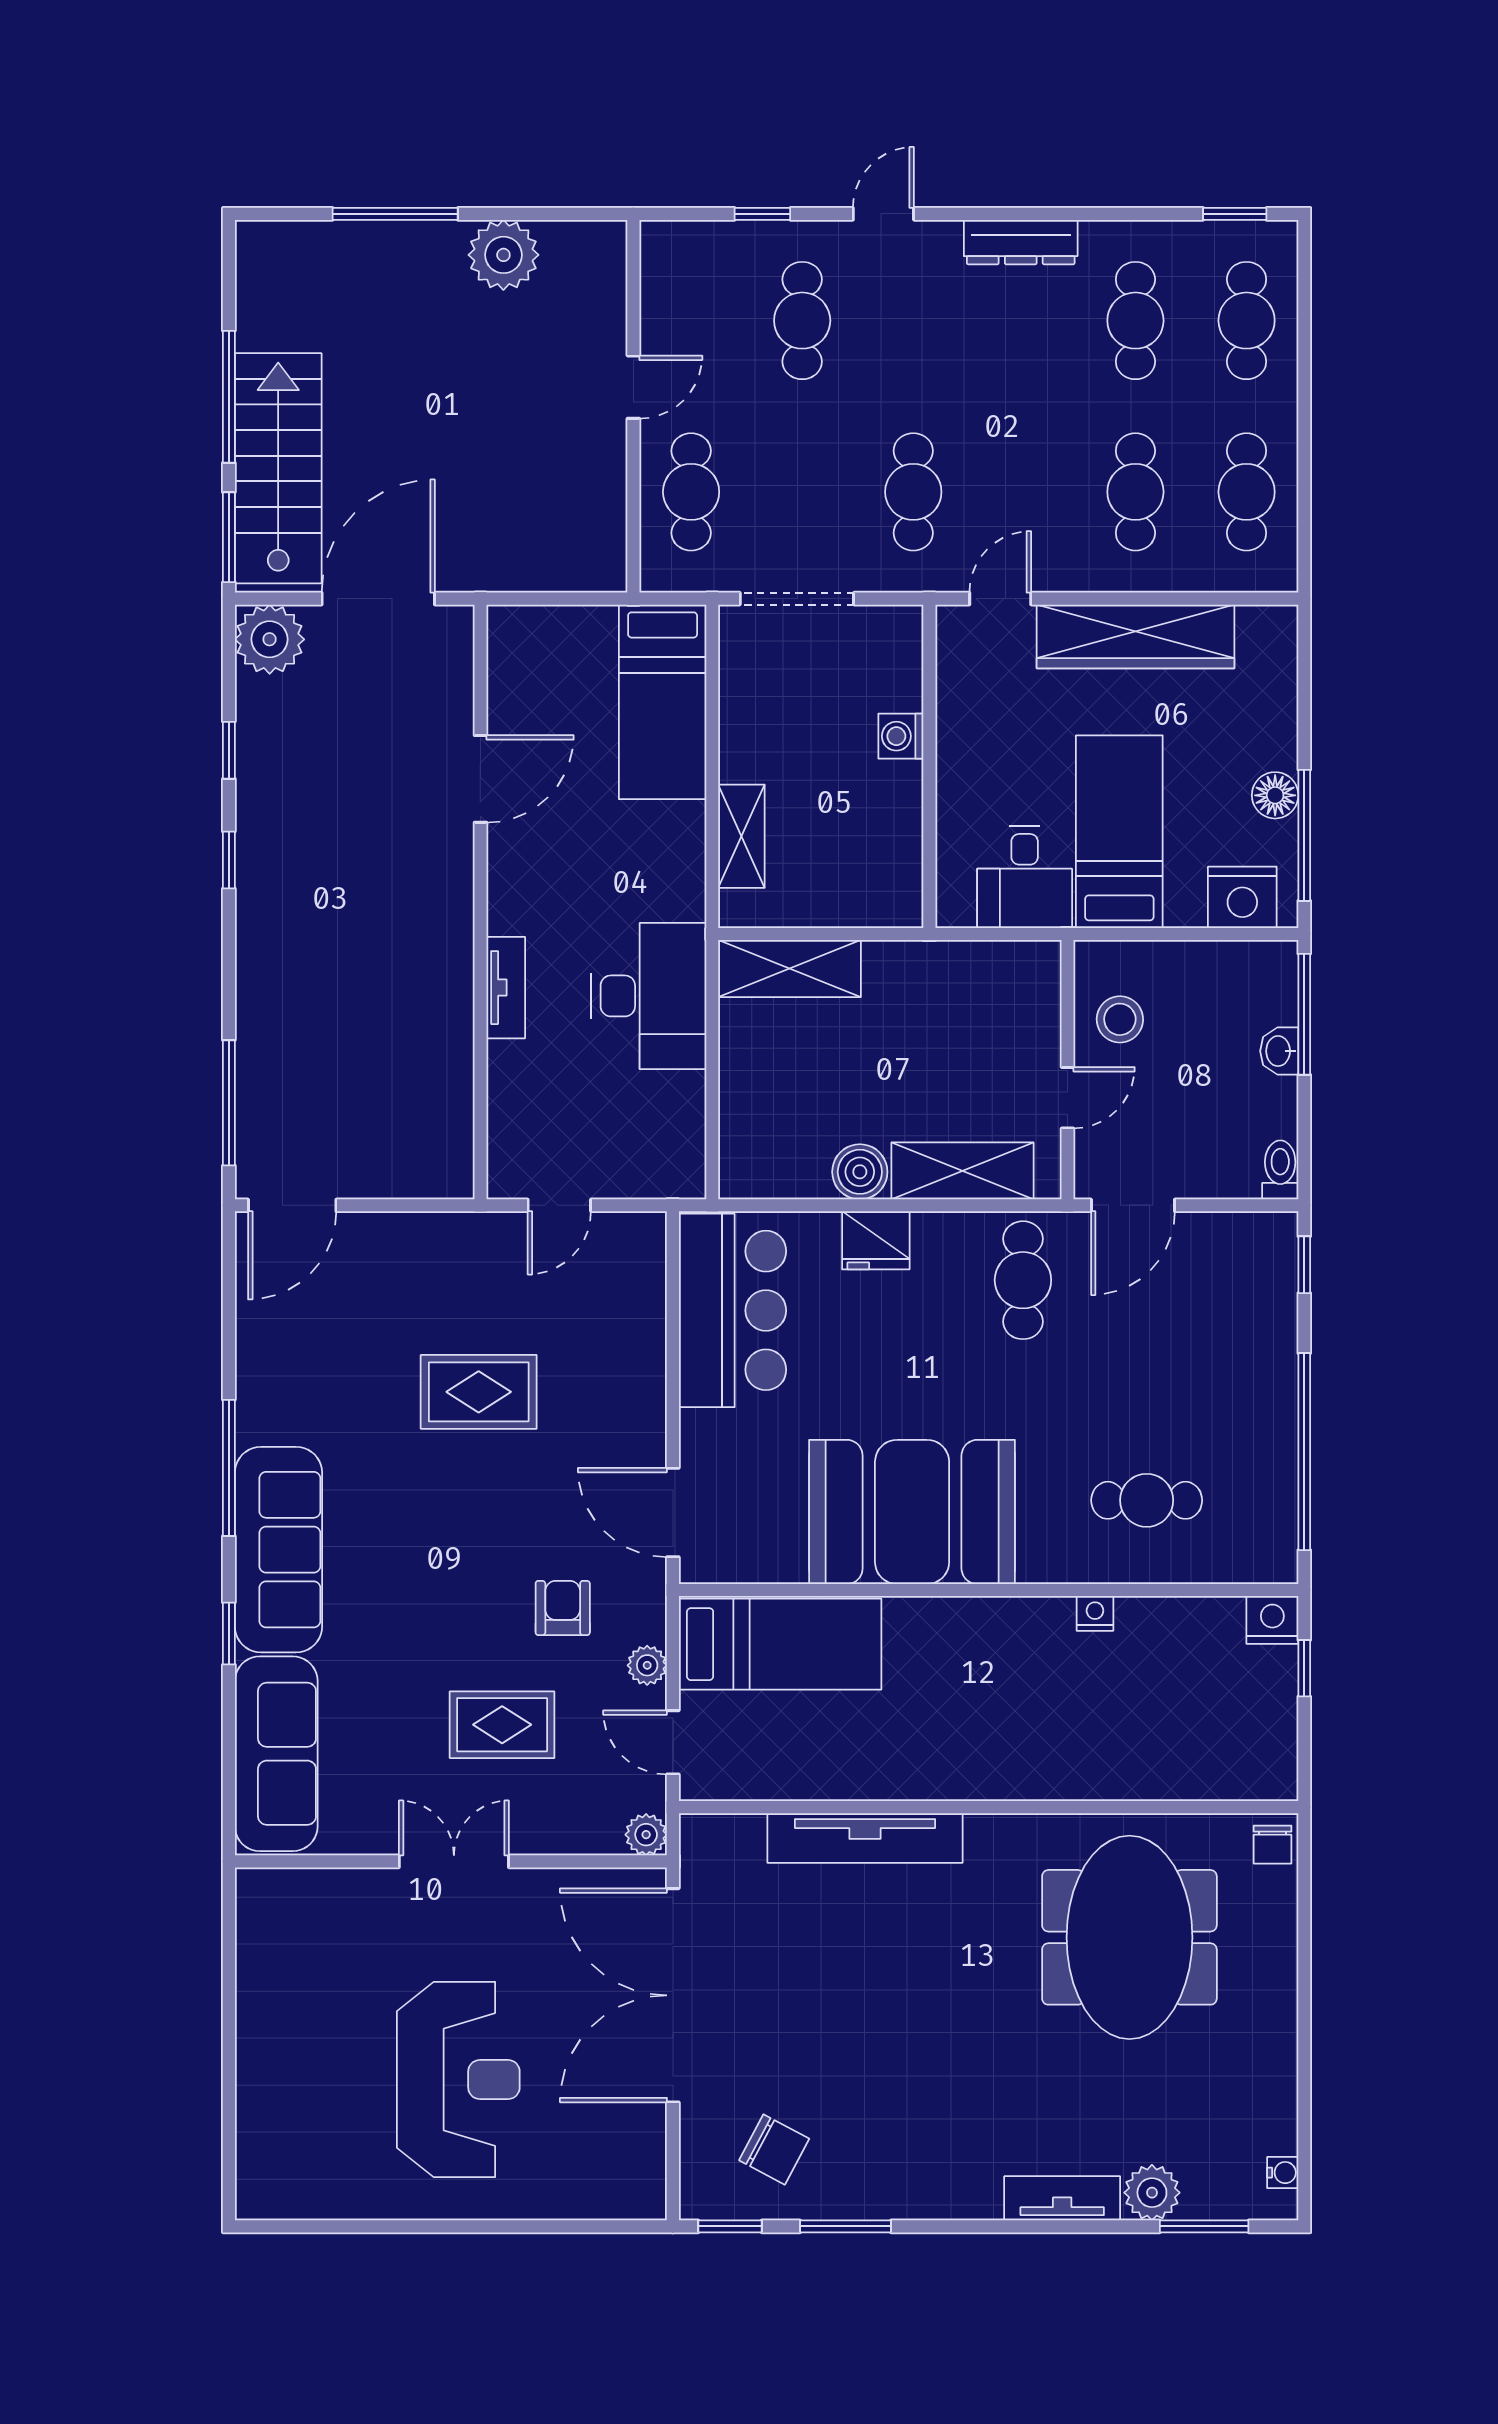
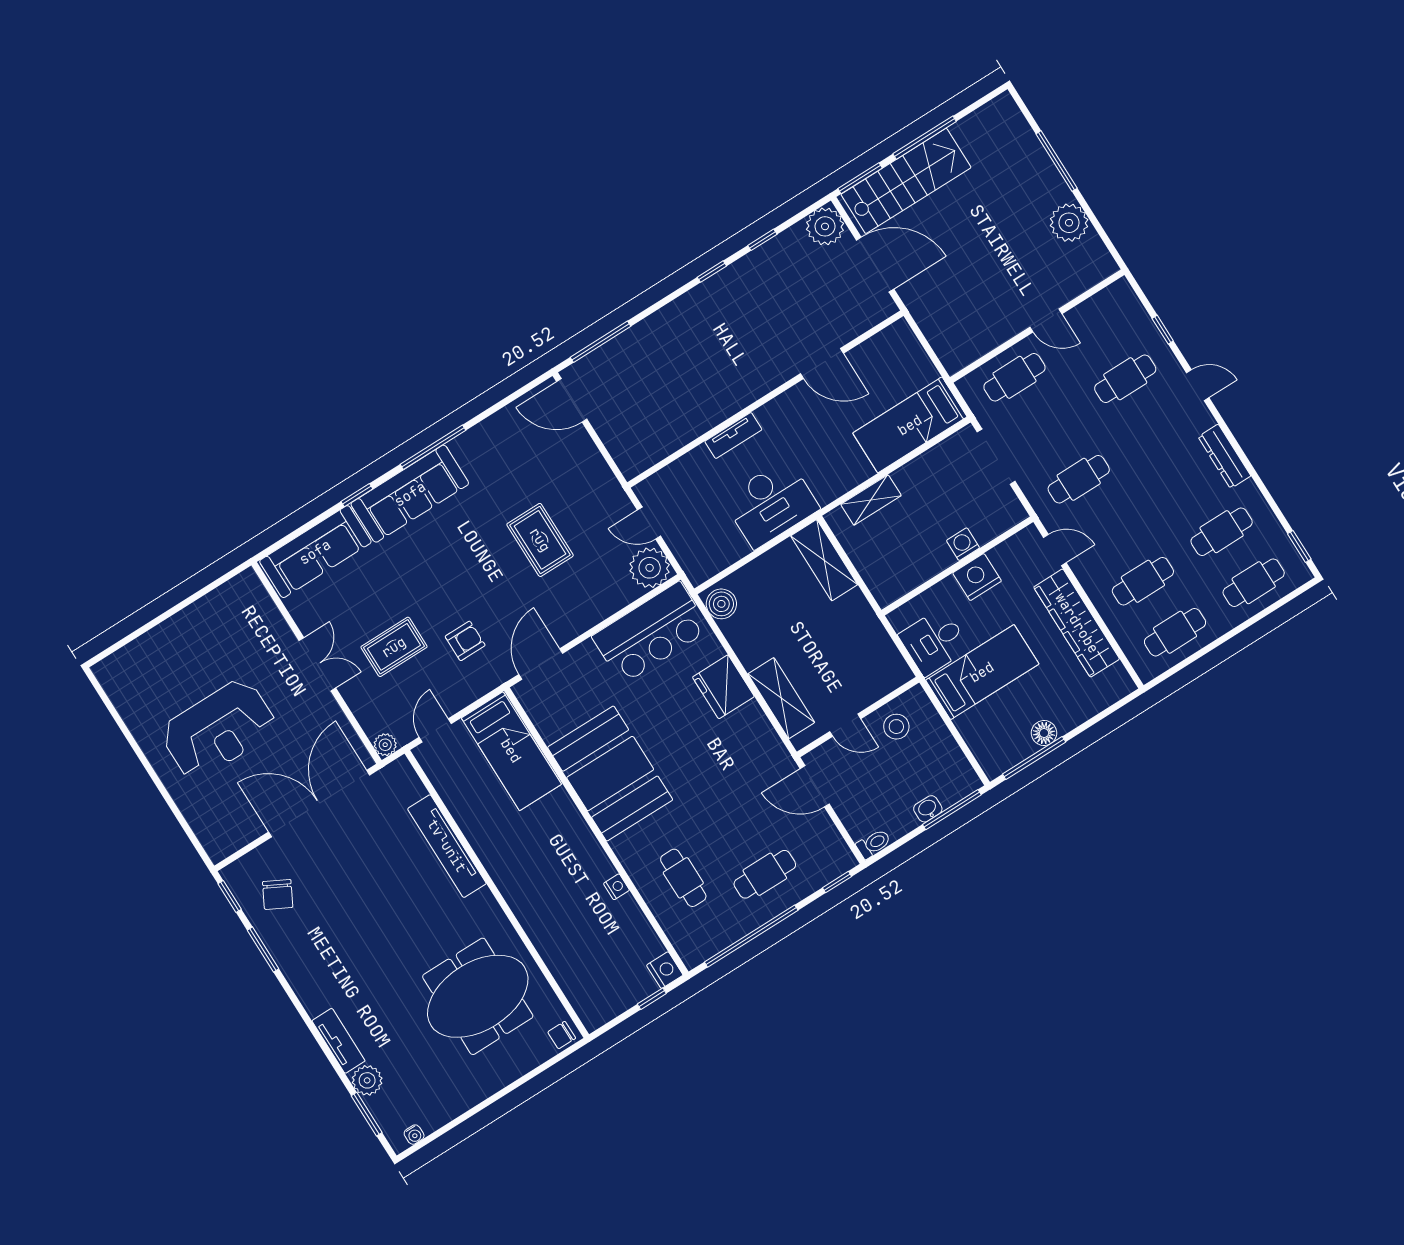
nightstand: (1242, 897) -> (977, 577), moved, turned 90
boiler: (860, 1172) -> (721, 604), moved
fridge: (876, 1240) -> (723, 687), width x1.36, depth x1.34
cafe table: (1023, 1280) -> (765, 874), moved
plant: (647, 1665) -> (650, 568), moved, width x1.88, depth x1.88
rug: (502, 1725) -> (394, 647), turned 90

